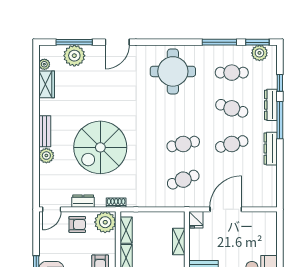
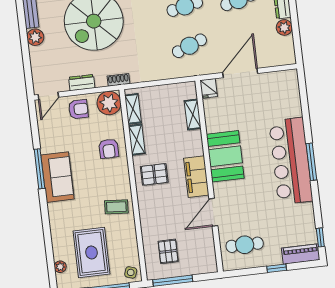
plant: (270, 173) -> (284, 27), added

